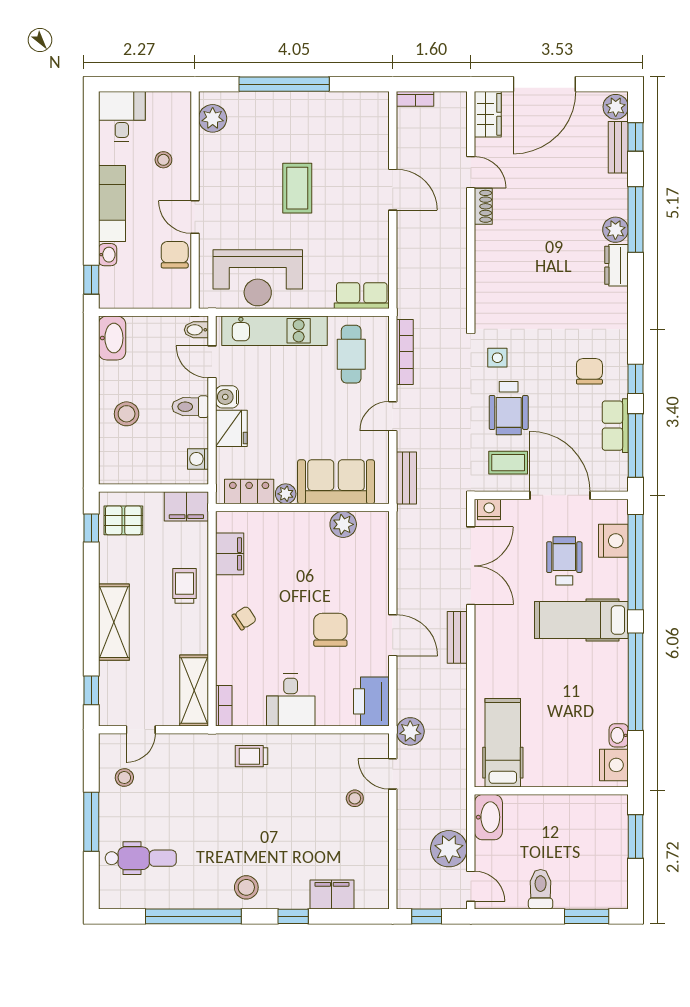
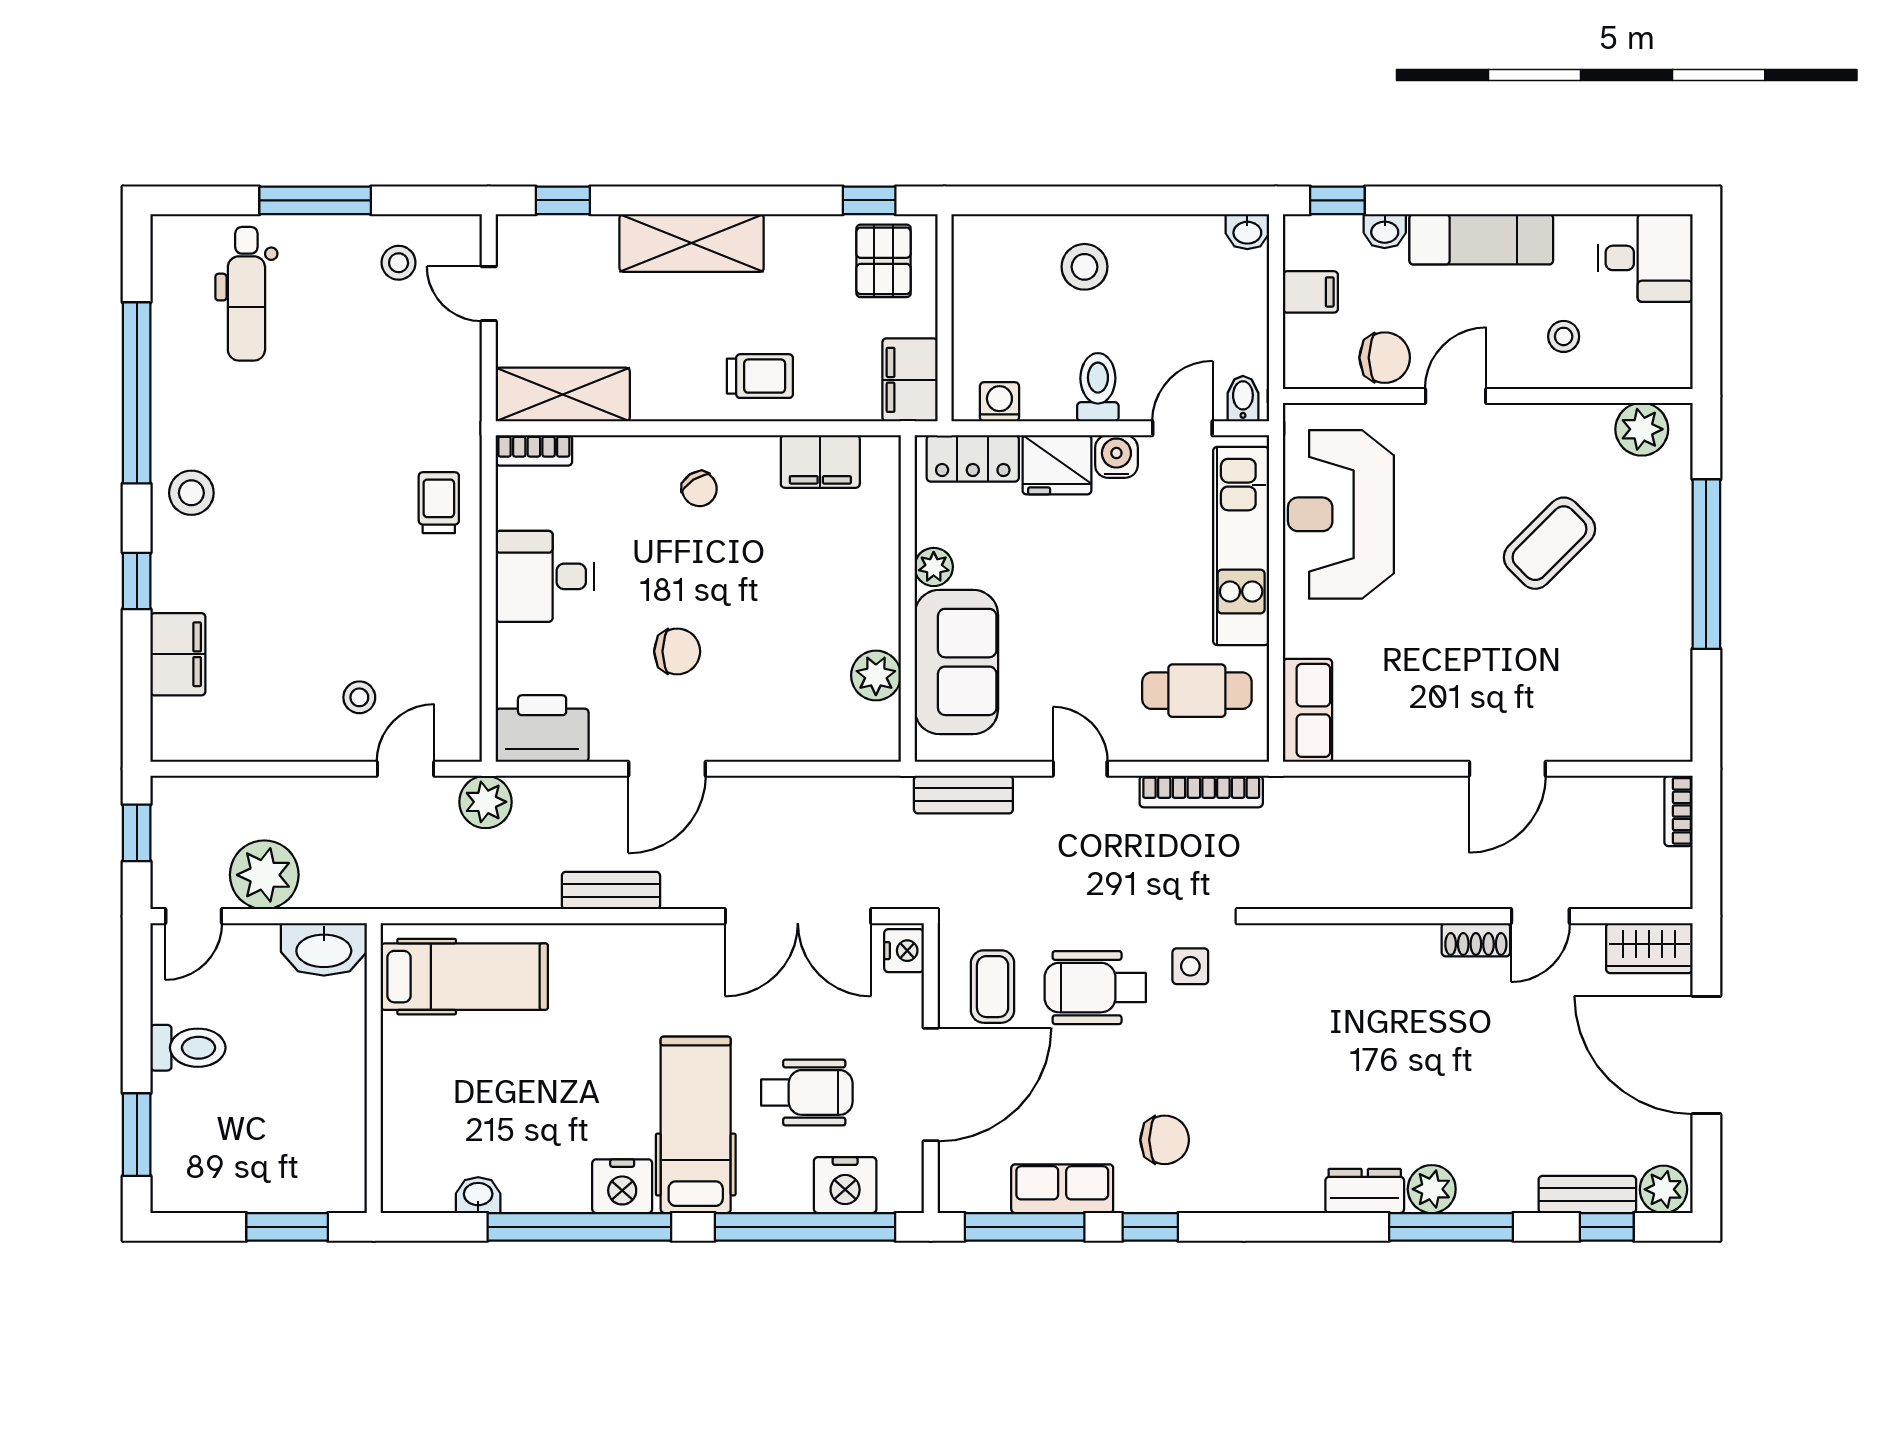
coffee table: (297, 188) -> (1549, 543), moved, turned -45
filing cabinet: (140, 294) -> (1310, 292), added
washbasin: (112, 338) -> (1247, 232), width x0.52, depth x0.69
locker: (249, 492) -> (973, 458), moved, turned 90
chair: (330, 630) -> (677, 651), width x0.73, depth x0.73
bench: (457, 637) -> (611, 891), moved
nightstand: (614, 765) -> (622, 1186), moved

